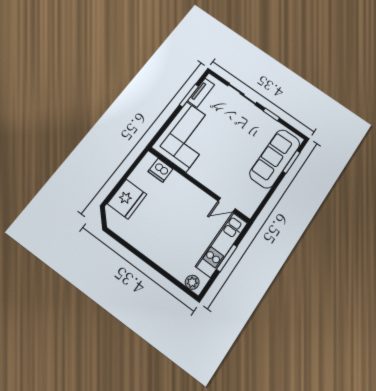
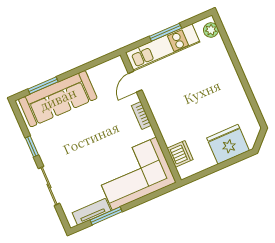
bookcase: (207, 182) -> (141, 116), added
door: (227, 205) -> (135, 82), swing flipped

